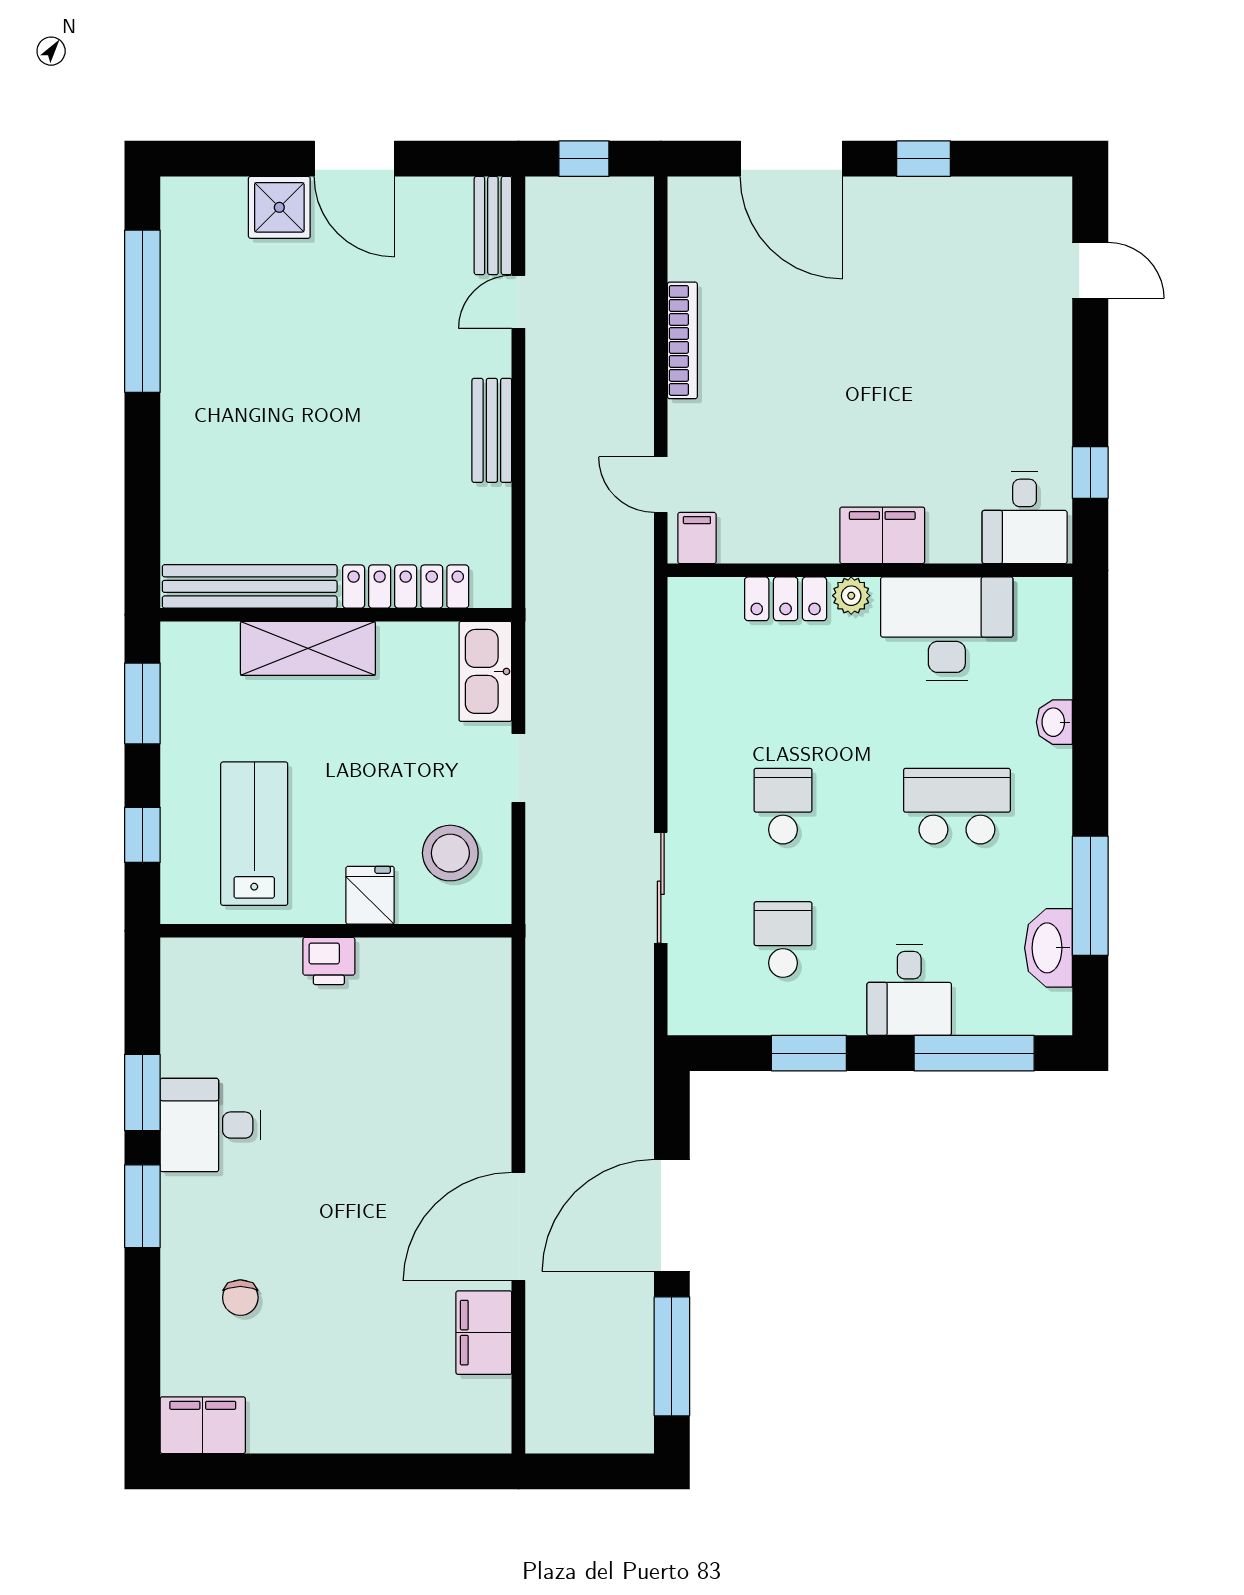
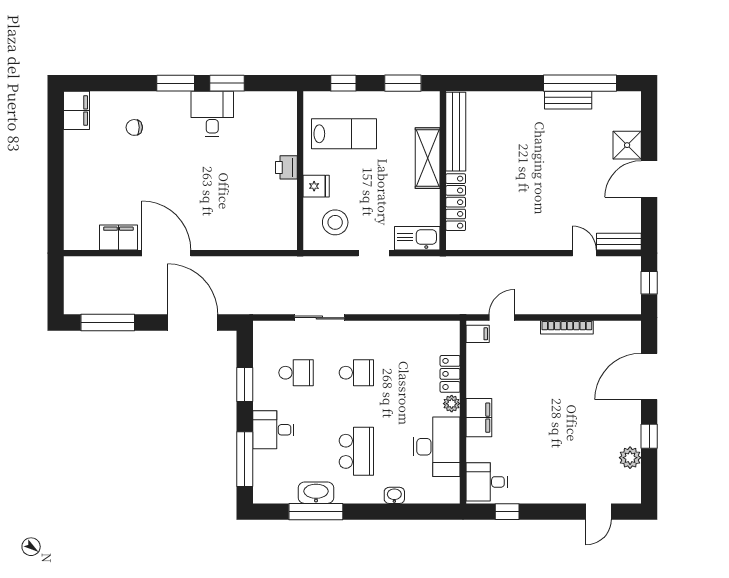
plant: (971, 201) -> (630, 458), added
bench: (492, 430) -> (568, 100), moved
washbasin: (1048, 948) -> (316, 493), moved
door: (672, 1215) -> (193, 323), moved

